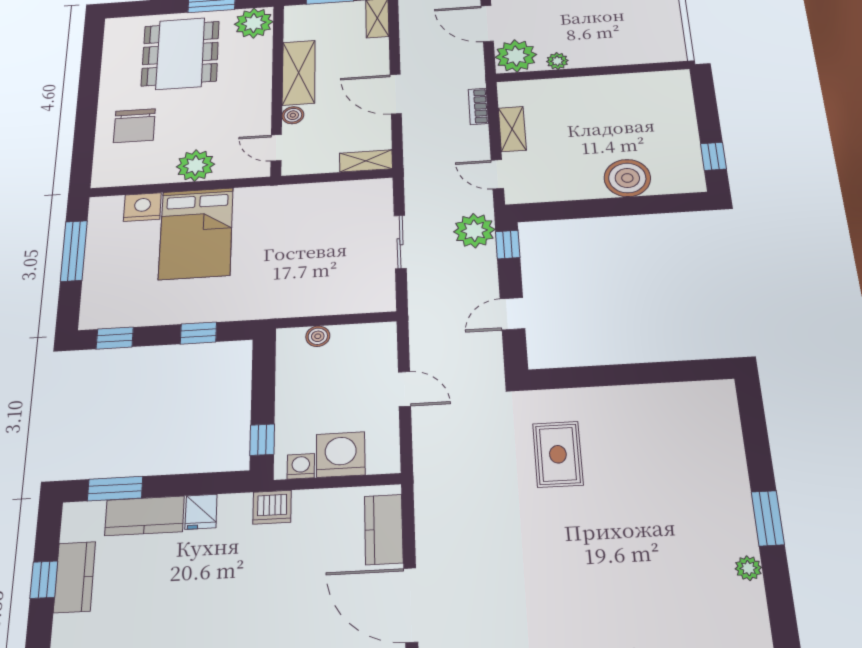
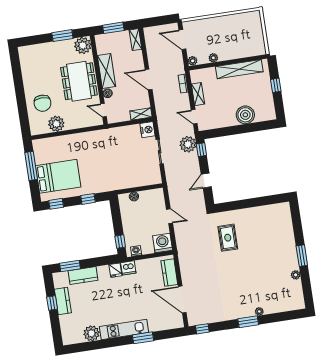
dining table: (180, 53) -> (79, 81), moved
plant: (516, 56) -> (193, 61), width x0.53, depth x0.53
shelving: (619, 86) -> (239, 69), added
window: (713, 156) -> (276, 85), moved
plant: (195, 166) -> (56, 124), moved
nightstand: (142, 207) -> (147, 130), moved, turned 90
bed: (196, 233) -> (58, 176), moved, turned -90
washing machine: (341, 455) -> (163, 243), moved
fridge: (201, 512) -> (115, 270), moved

